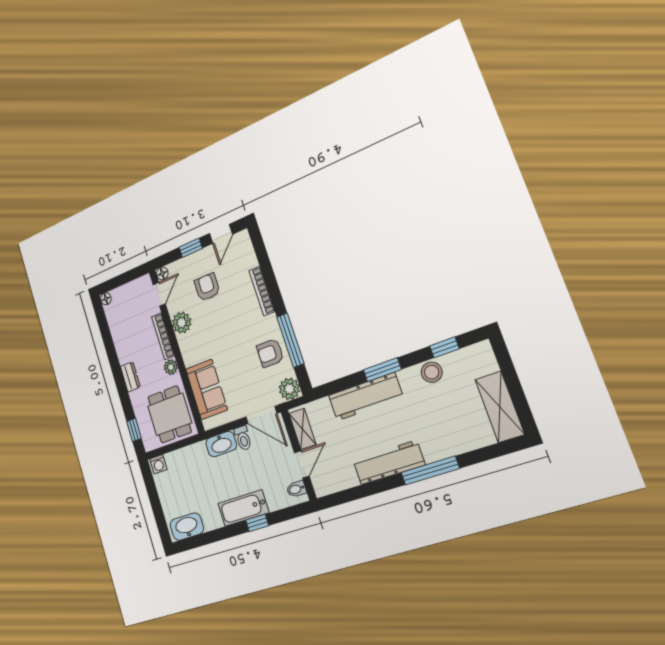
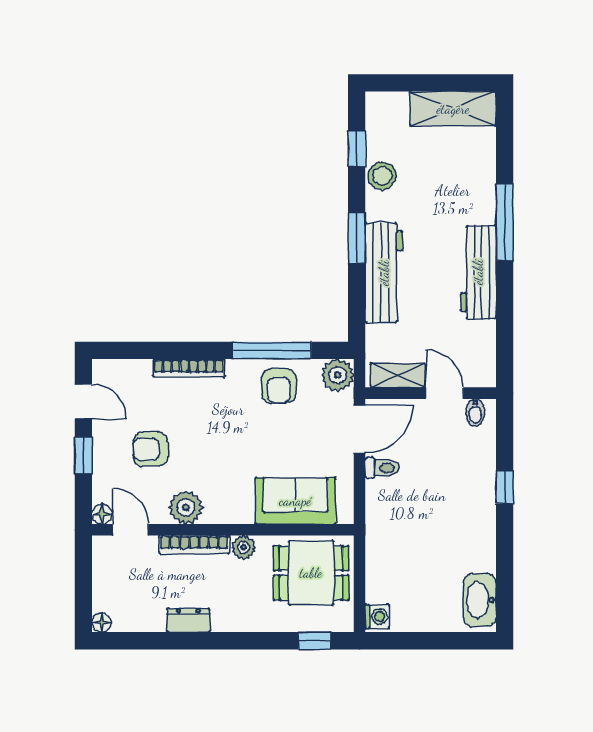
dresser: (130, 377) -> (188, 620), moved
washbasin: (221, 444) -> (380, 505), removed
bathtub: (243, 508) -> (478, 501), removed

